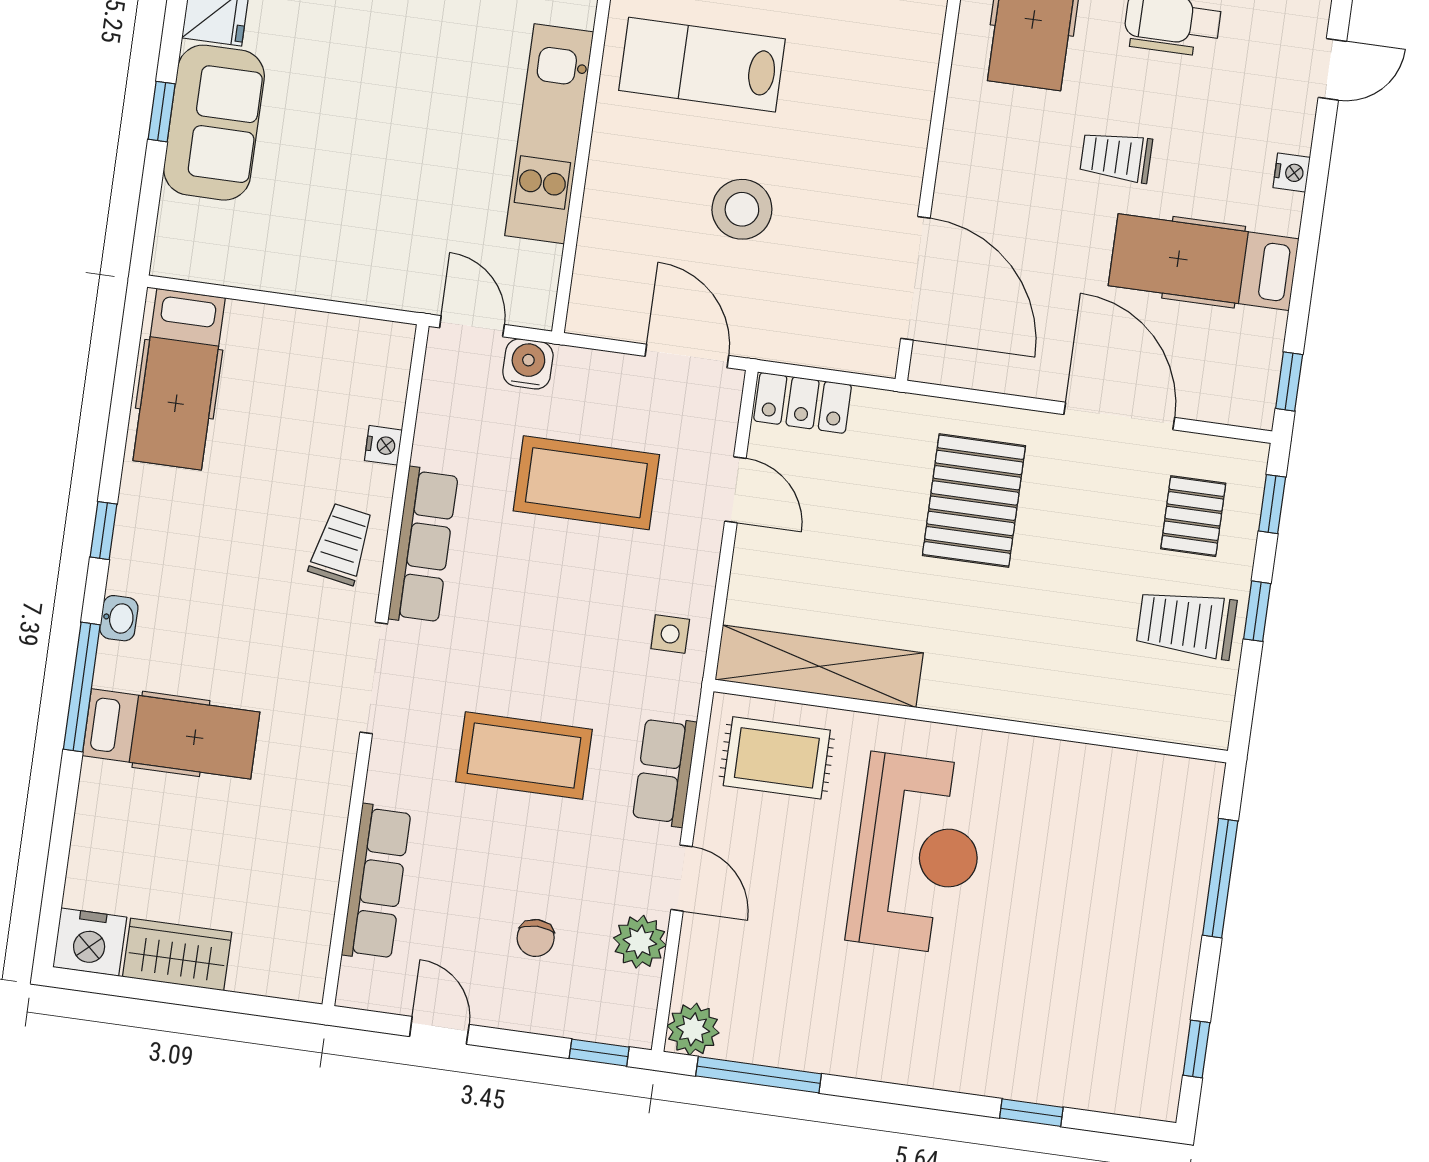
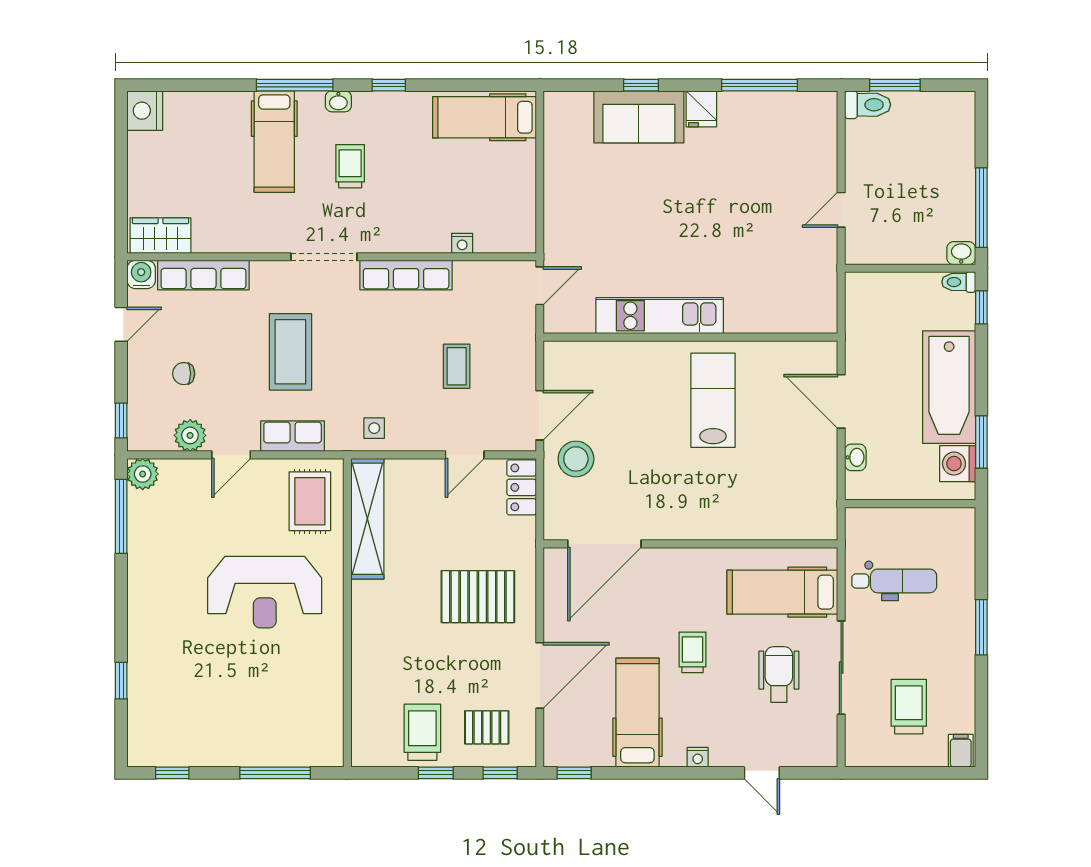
stool: (742, 209) -> (576, 459), moved
water cooler: (528, 364) -> (141, 274), moved, turned -90
coffee table: (586, 483) -> (457, 366), width x0.54, depth x0.58
trolley: (341, 544) -> (350, 166), moved, turned -100
wardrobe: (177, 954) -> (161, 236), moved, turned -90

